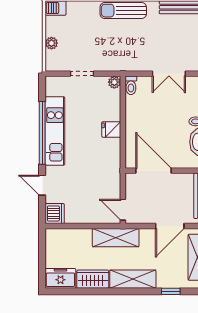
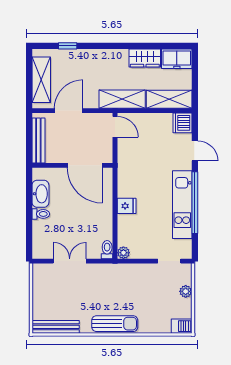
doorway: (82, 74) -> (169, 261), moved
shelving: (133, 279) -> (169, 99), moved

